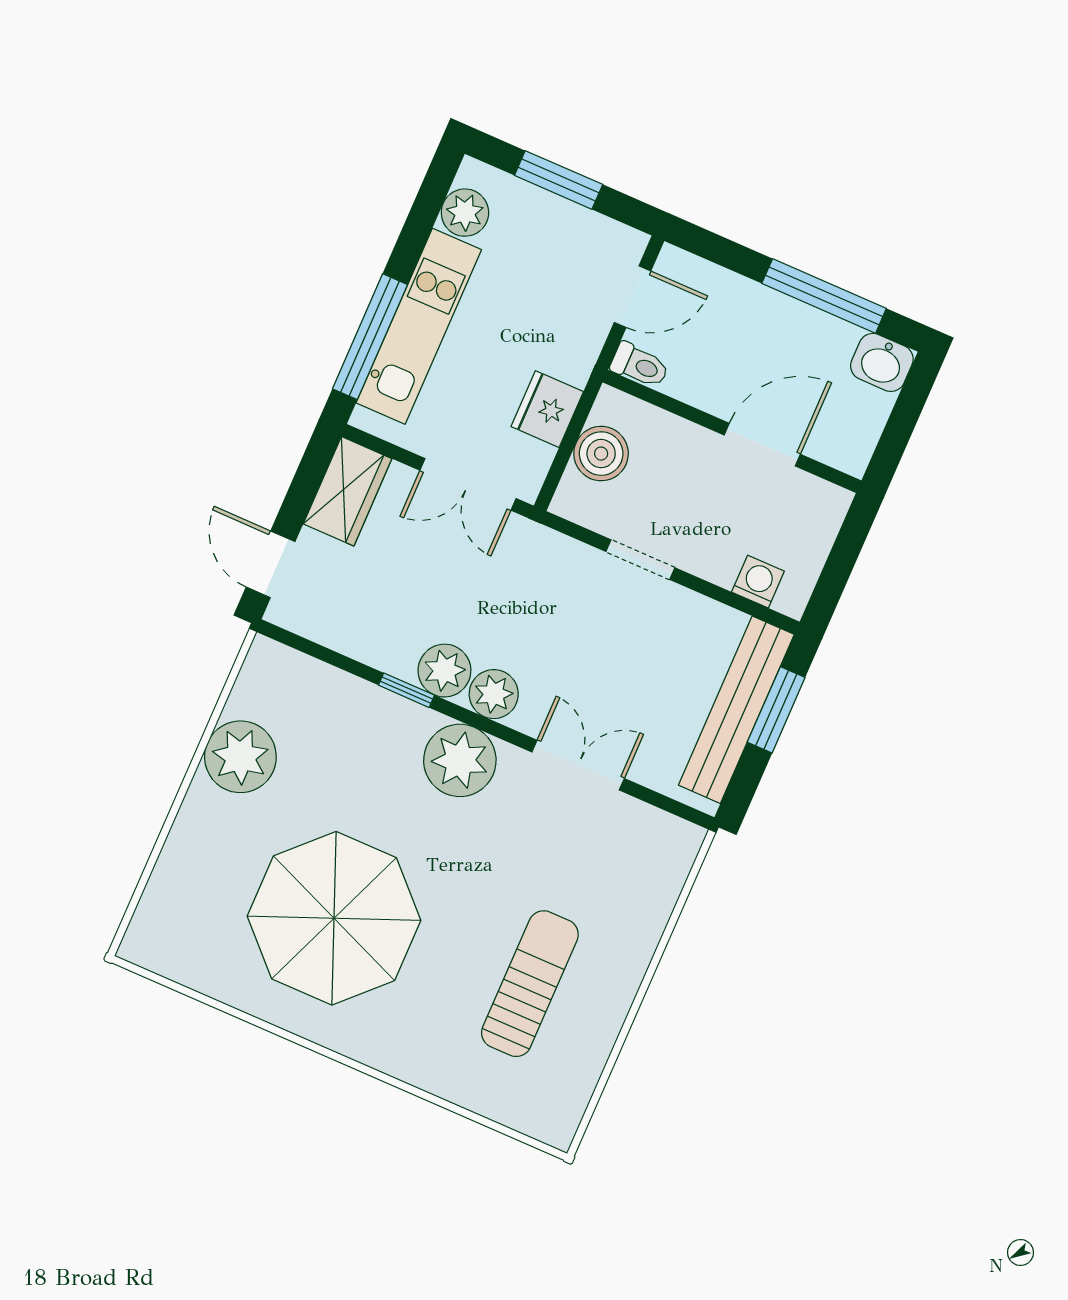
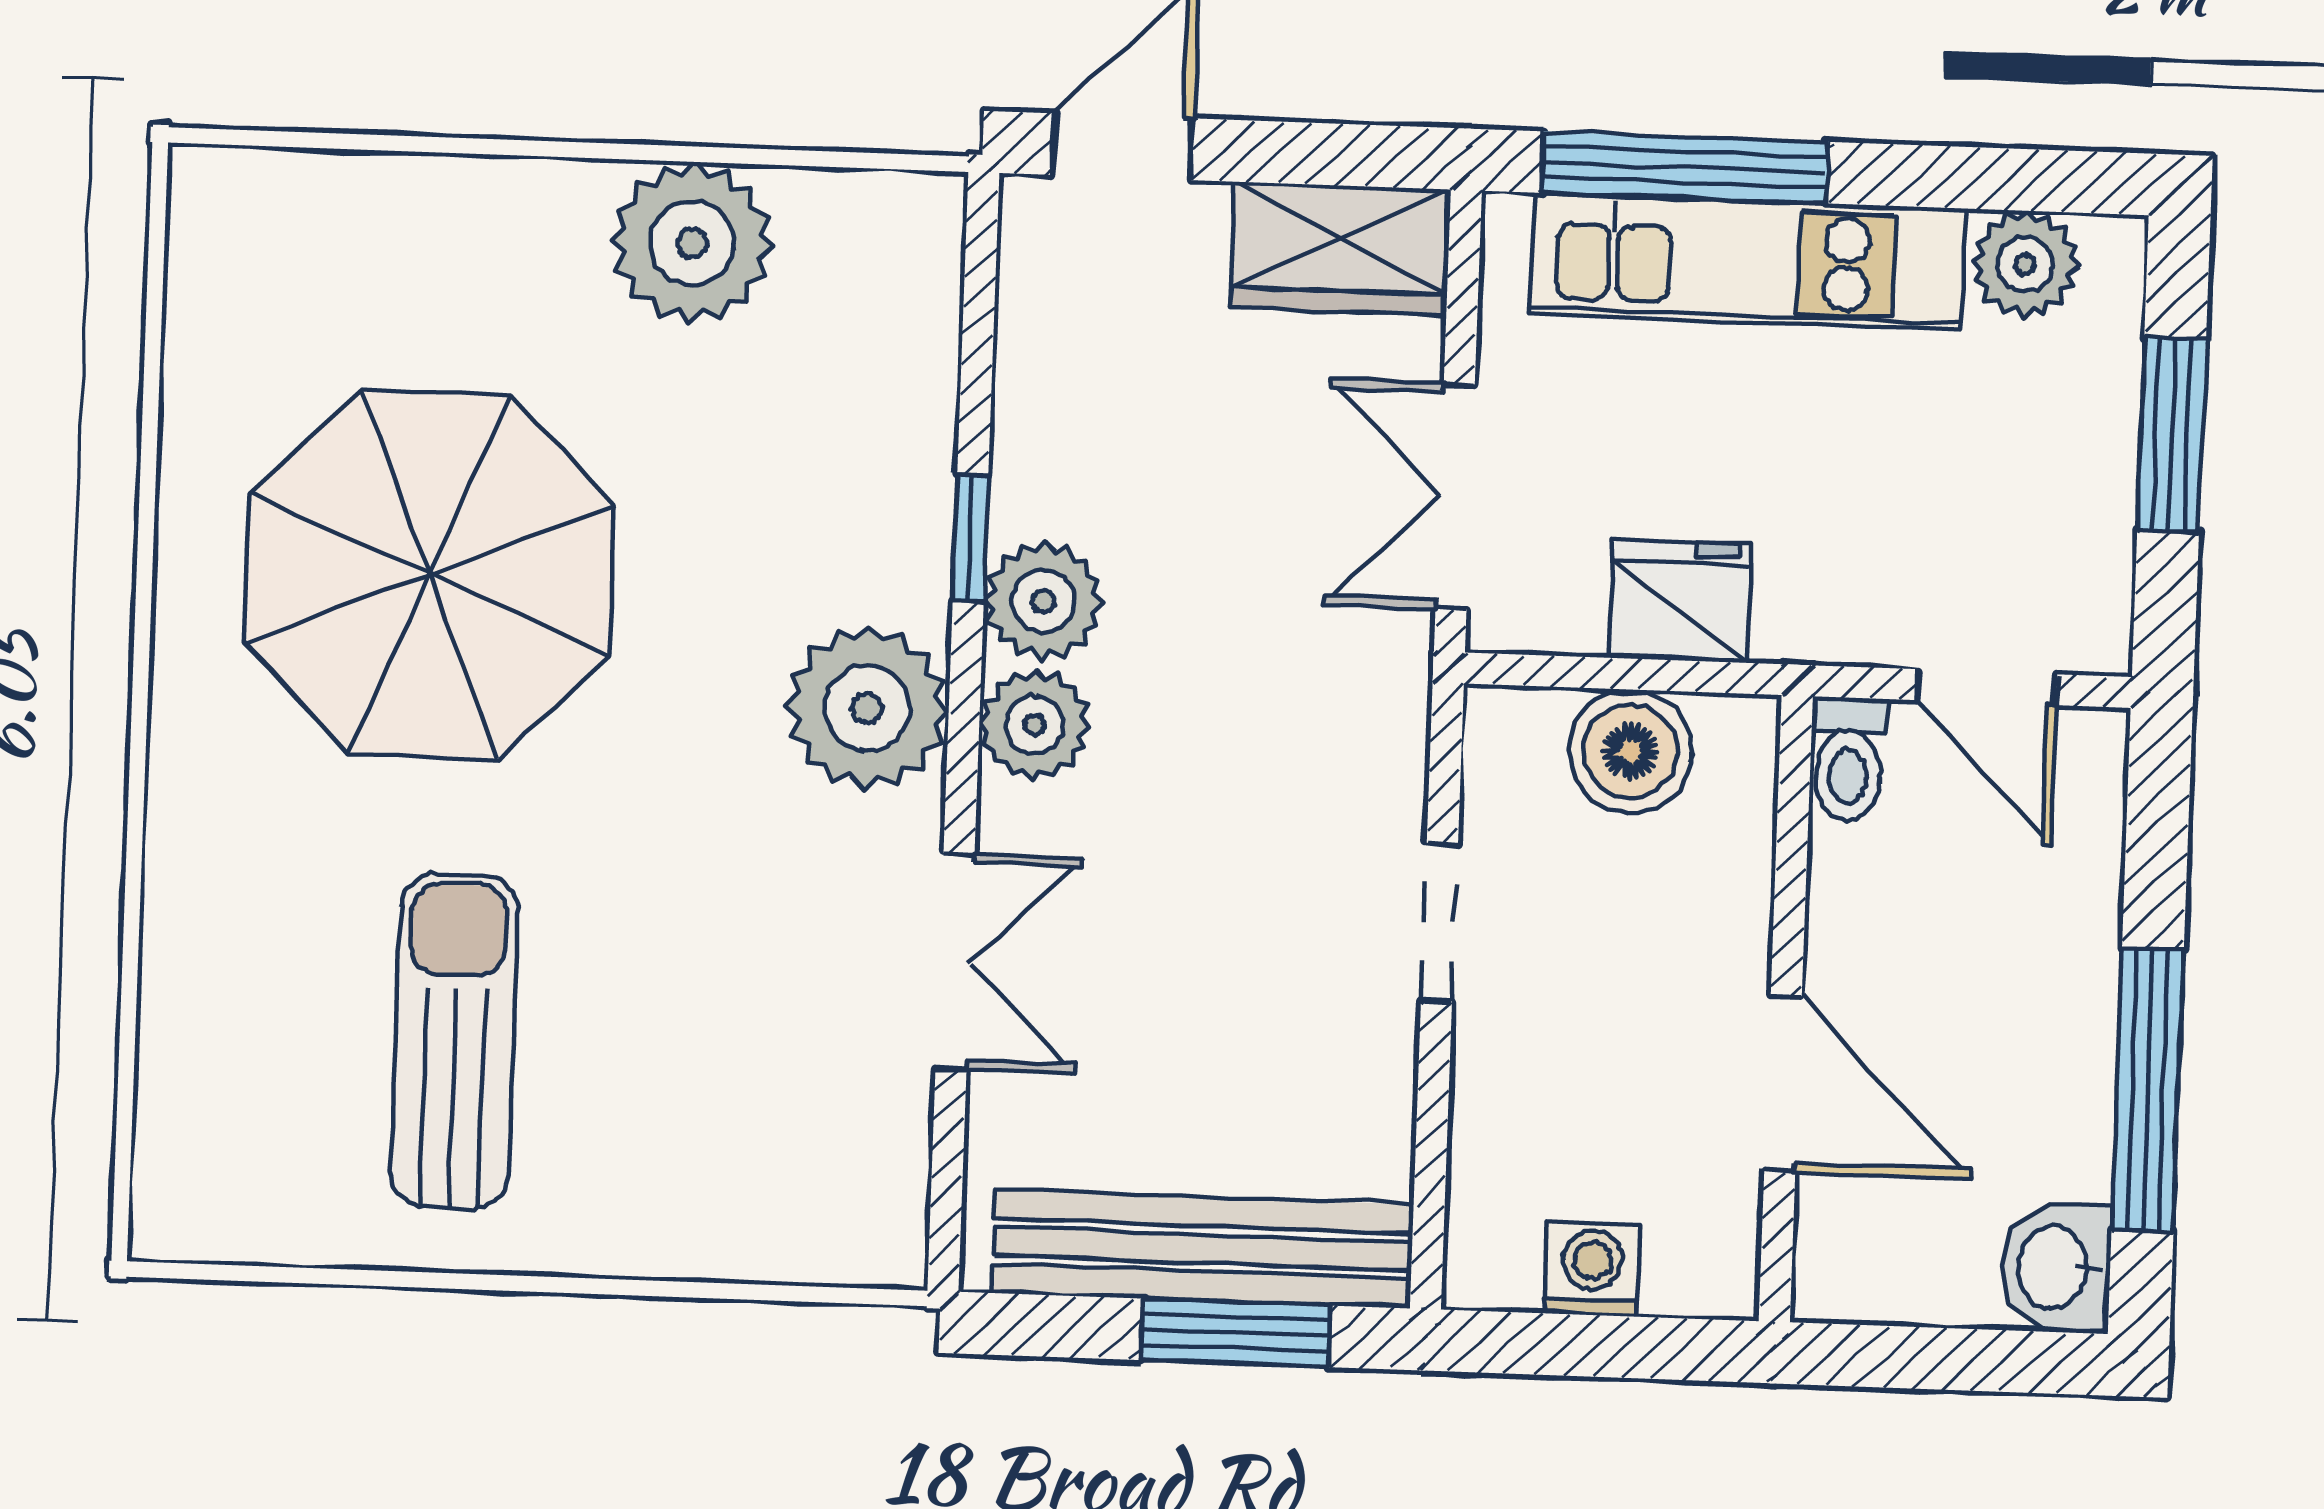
washing machine: (758, 582) -> (1592, 1269), moved, turned -90
sun lounger: (530, 984) -> (455, 1041), turned -90

